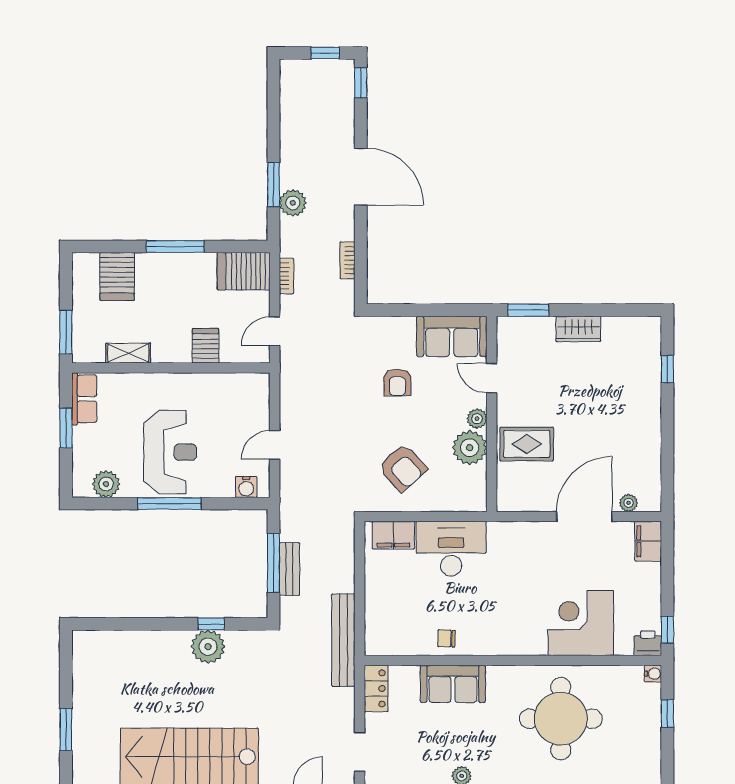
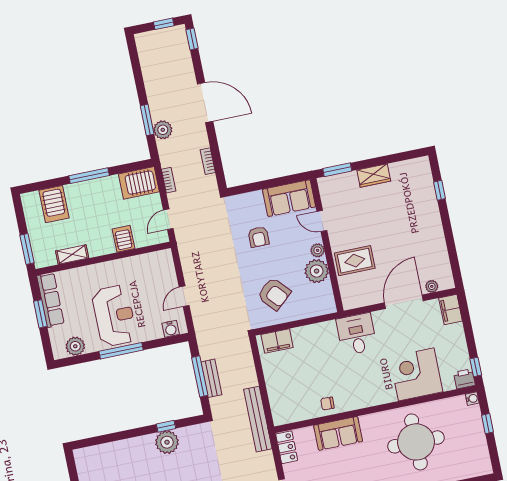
row of seats: (84, 399) -> (50, 300), width x1.48
desk: (451, 549) -> (357, 334), moved, width x0.73

